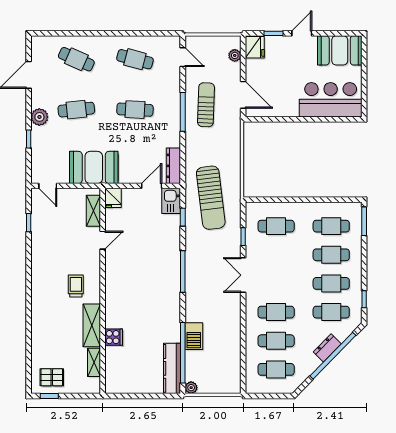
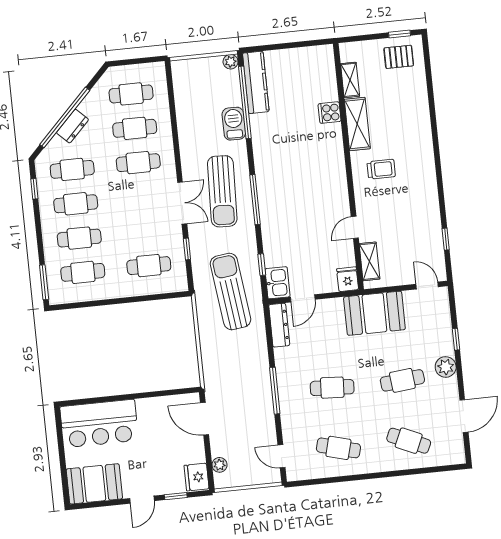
sun lounger: (206, 105) -> (222, 191), moved, width x1.36, depth x1.34
trolley: (76, 286) -> (381, 169), turned -90

